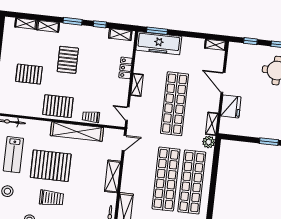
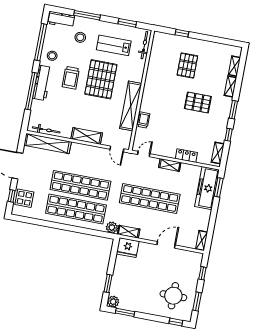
pallet: (58, 106) -> (156, 90), removed
fridge: (231, 106) -> (128, 248), moved

